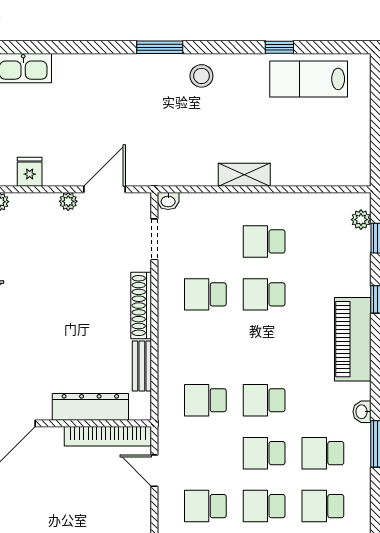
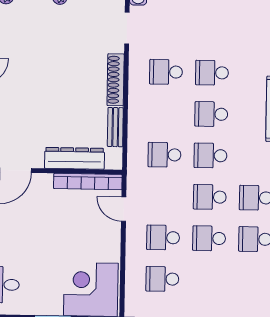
school desk: (264, 241) -> (211, 114), moved

